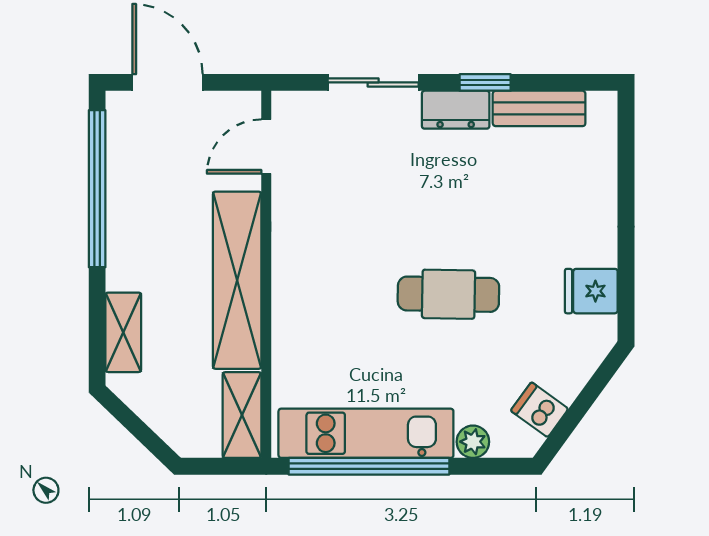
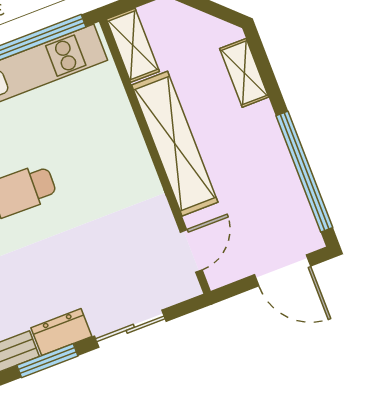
window: (485, 82) -> (47, 361), width x1.50

